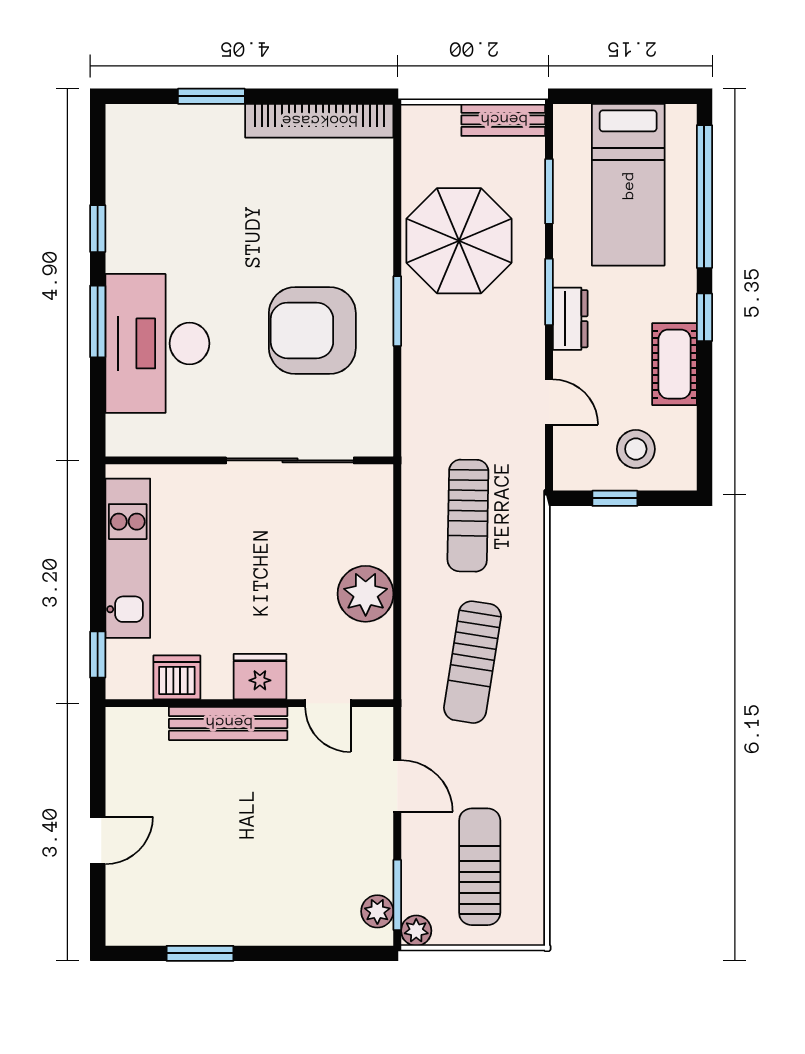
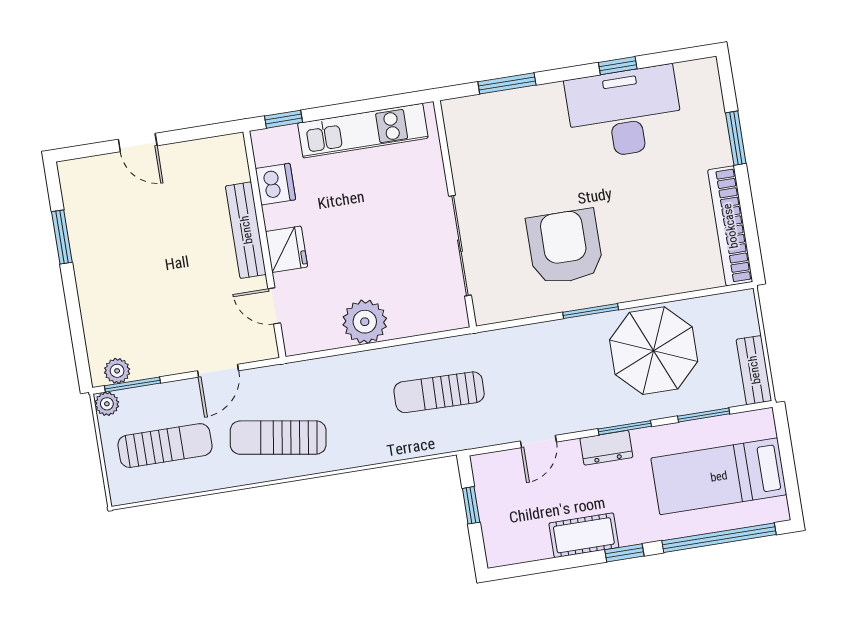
window: (98, 321) -> (507, 83), moved
desk: (157, 343) -> (624, 113), moved
stool: (636, 449) -> (512, 516), removed
sun lounger: (472, 662) -> (278, 438), moved
door: (328, 703) -> (274, 306), hinge flipped

